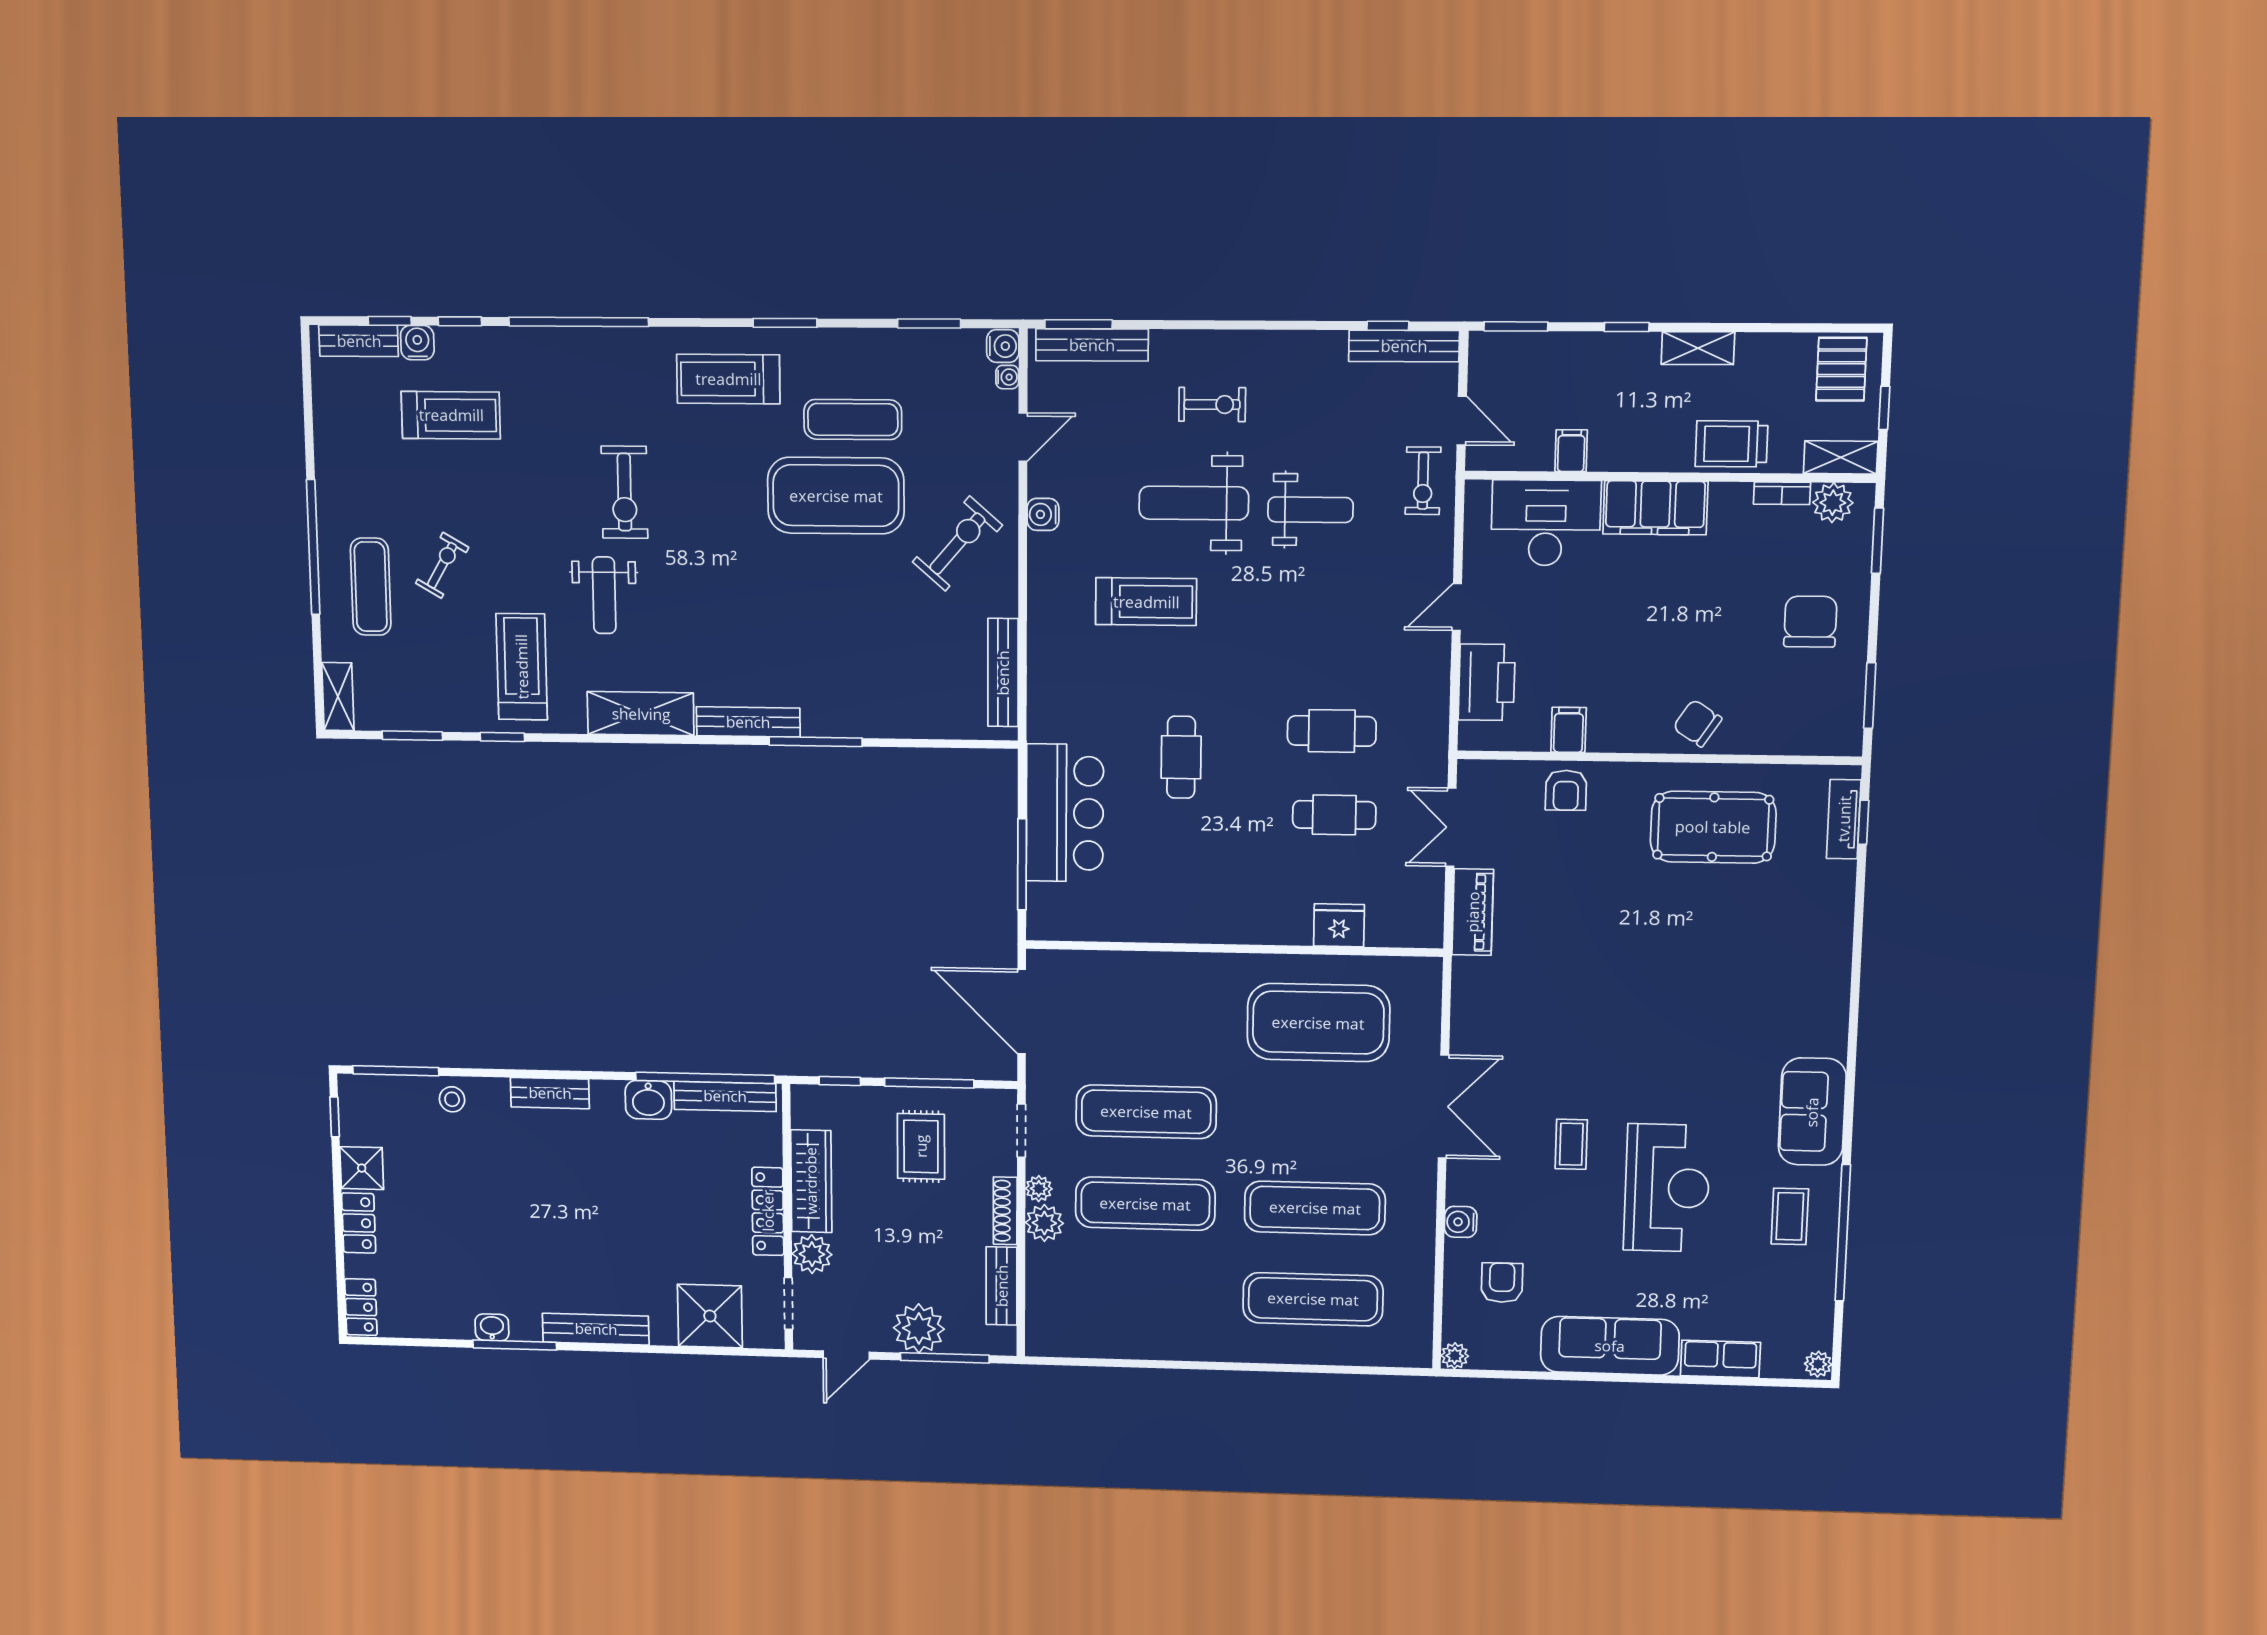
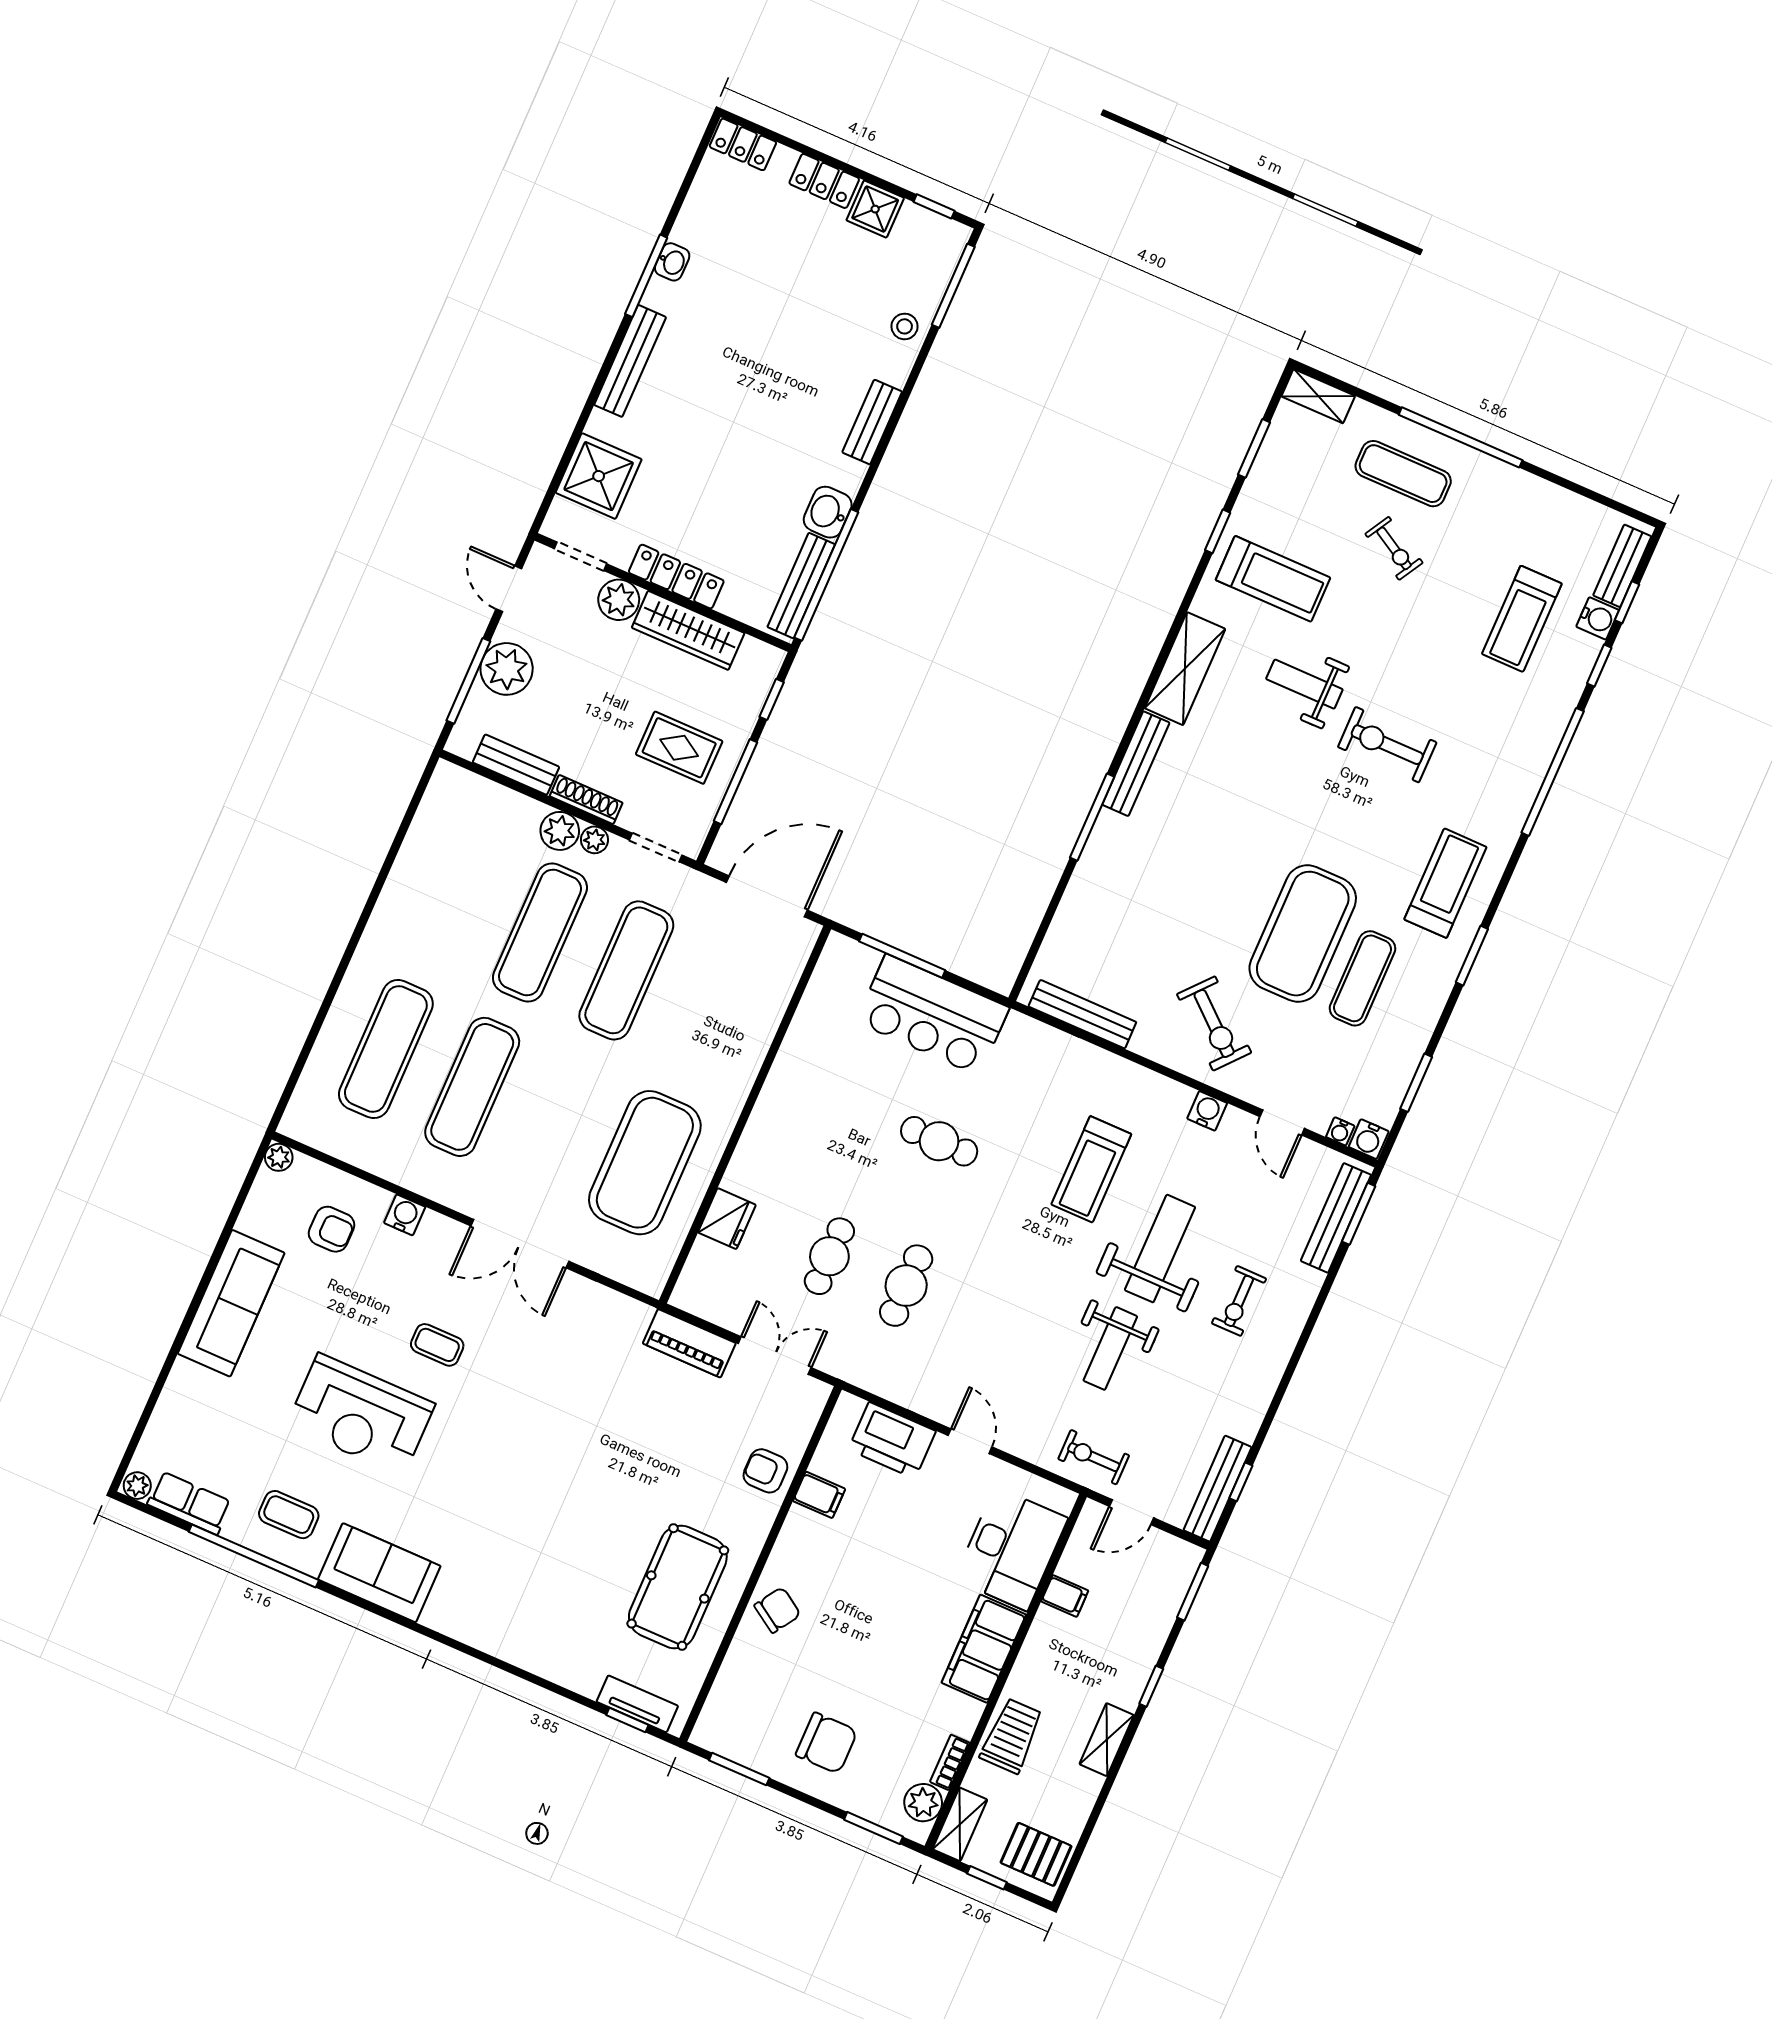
row of seats: (1720, 1359) -> (189, 1503), moved, turned -90

